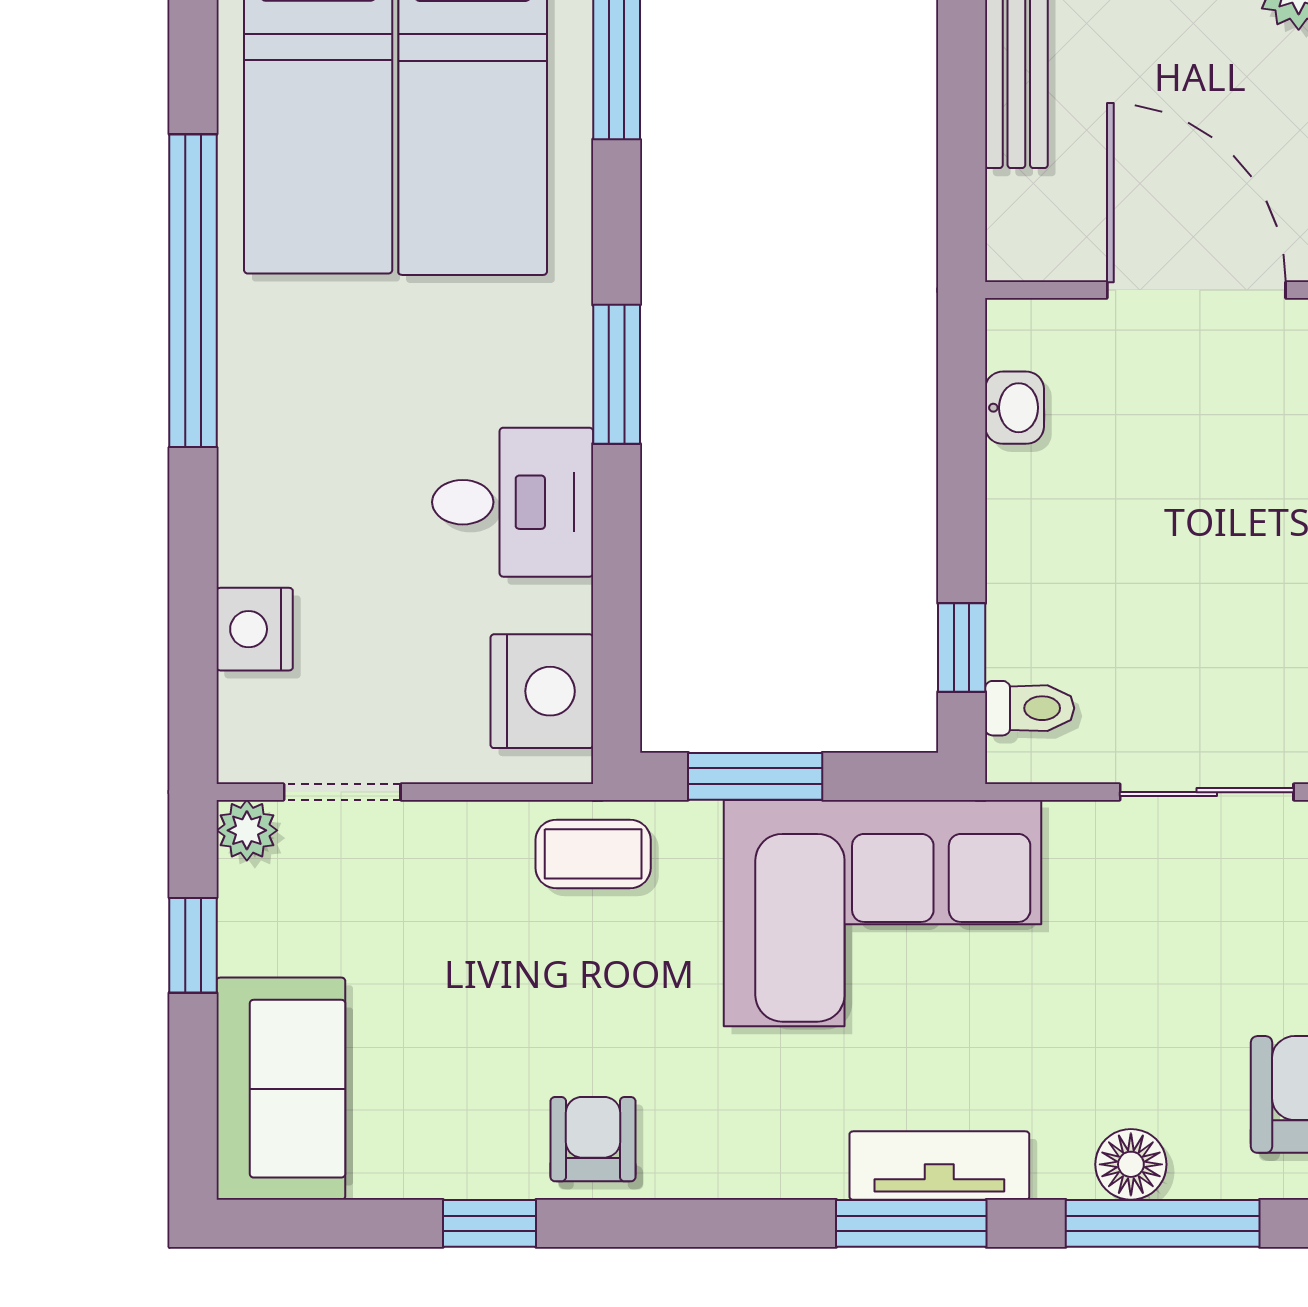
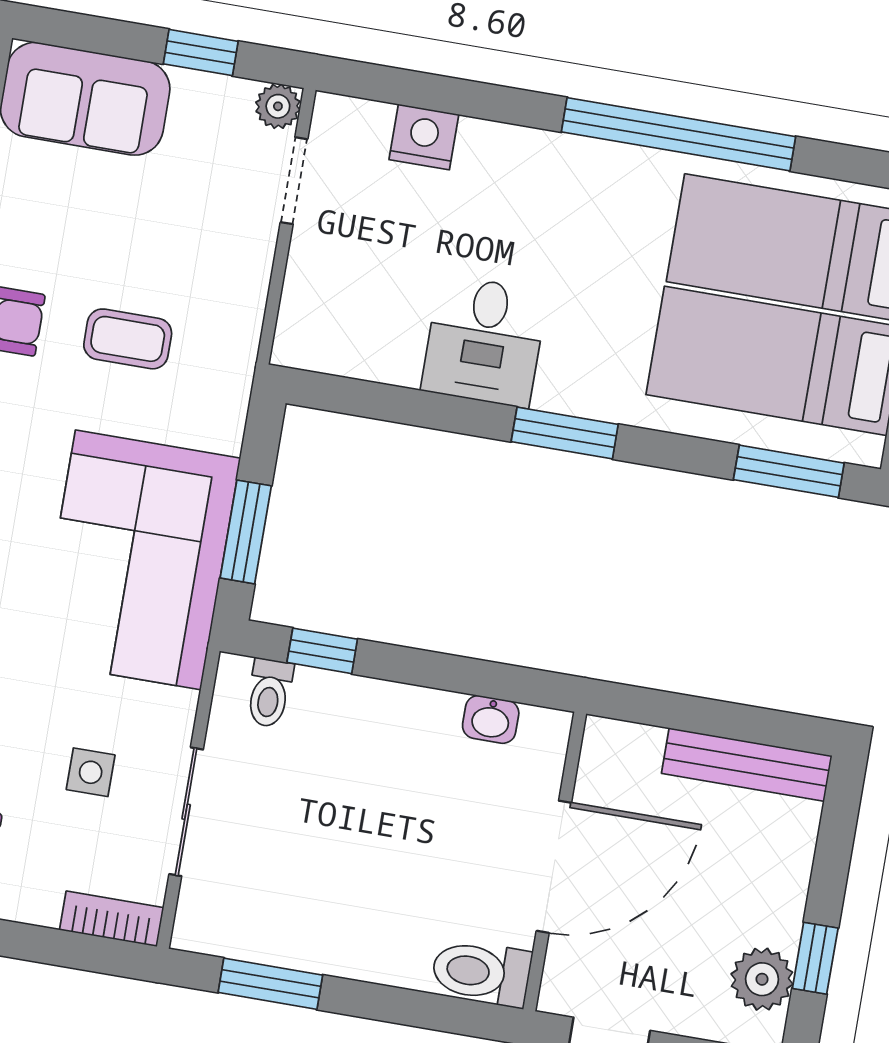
nightstand: (542, 691) -> (343, 339), removed
window: (755, 776) -> (246, 532), moved
coffee table: (593, 854) -> (128, 339), moved, turned 90
side table: (1176, 928) -> (91, 772), added

